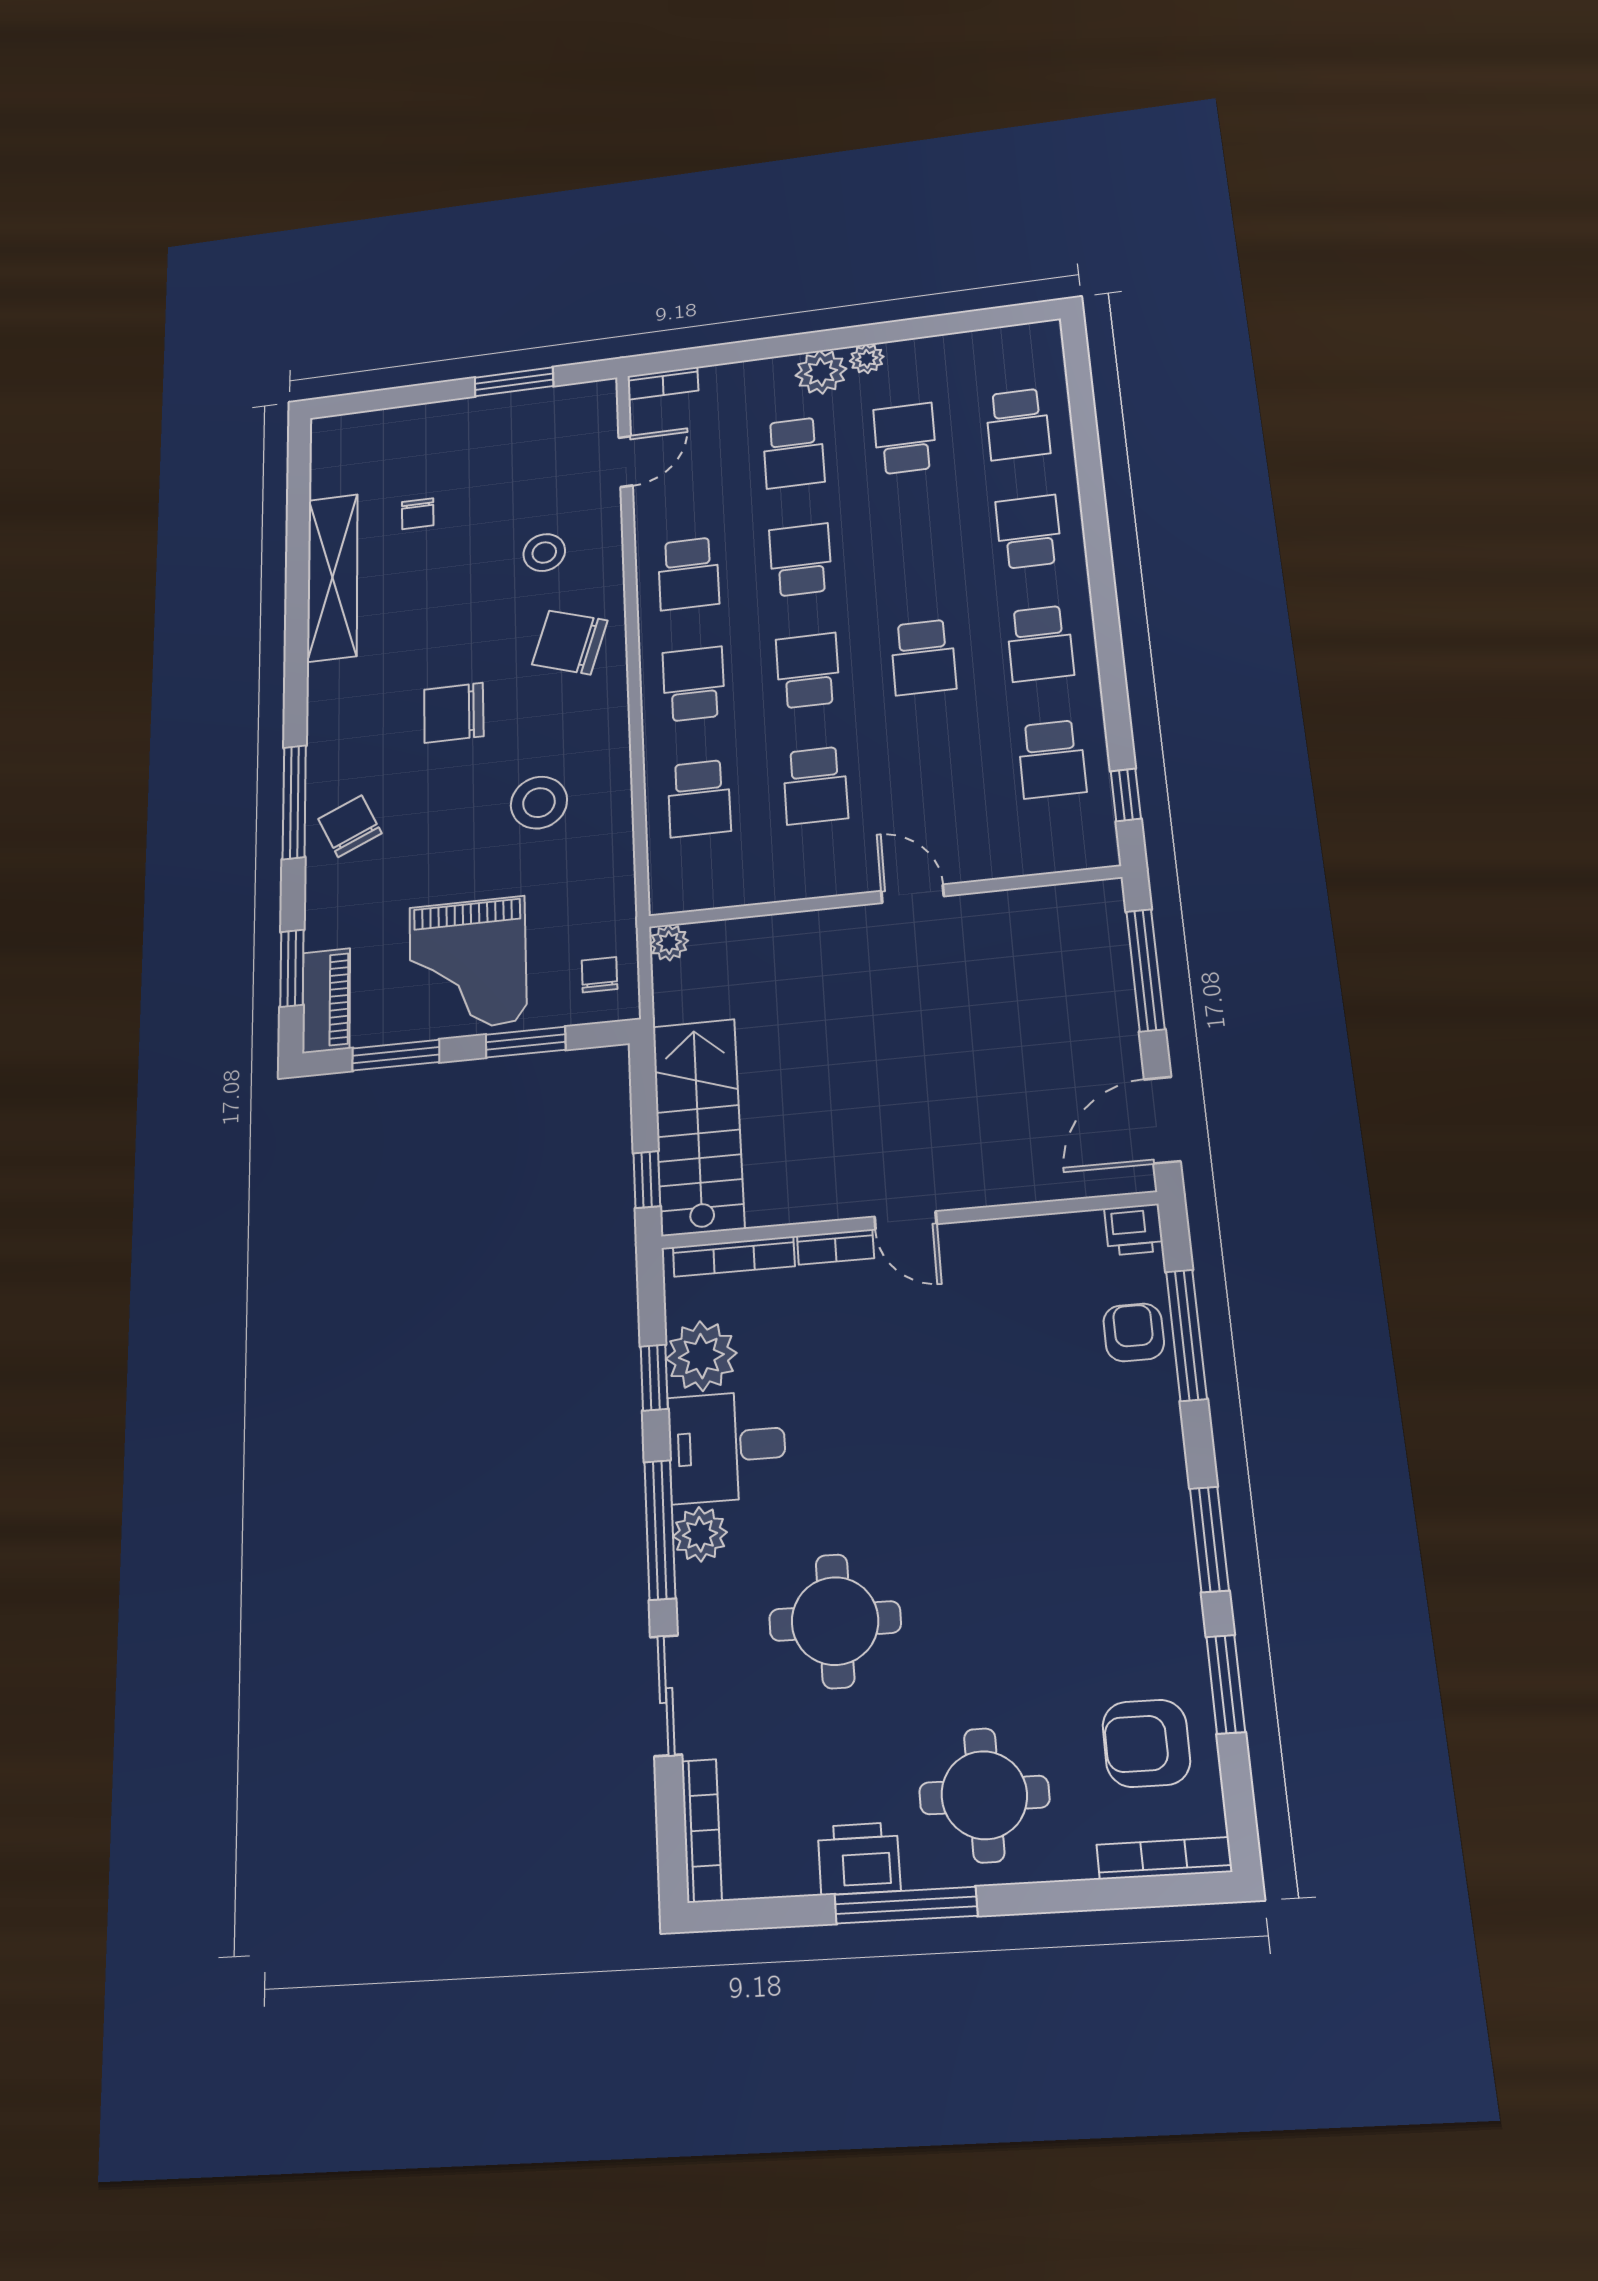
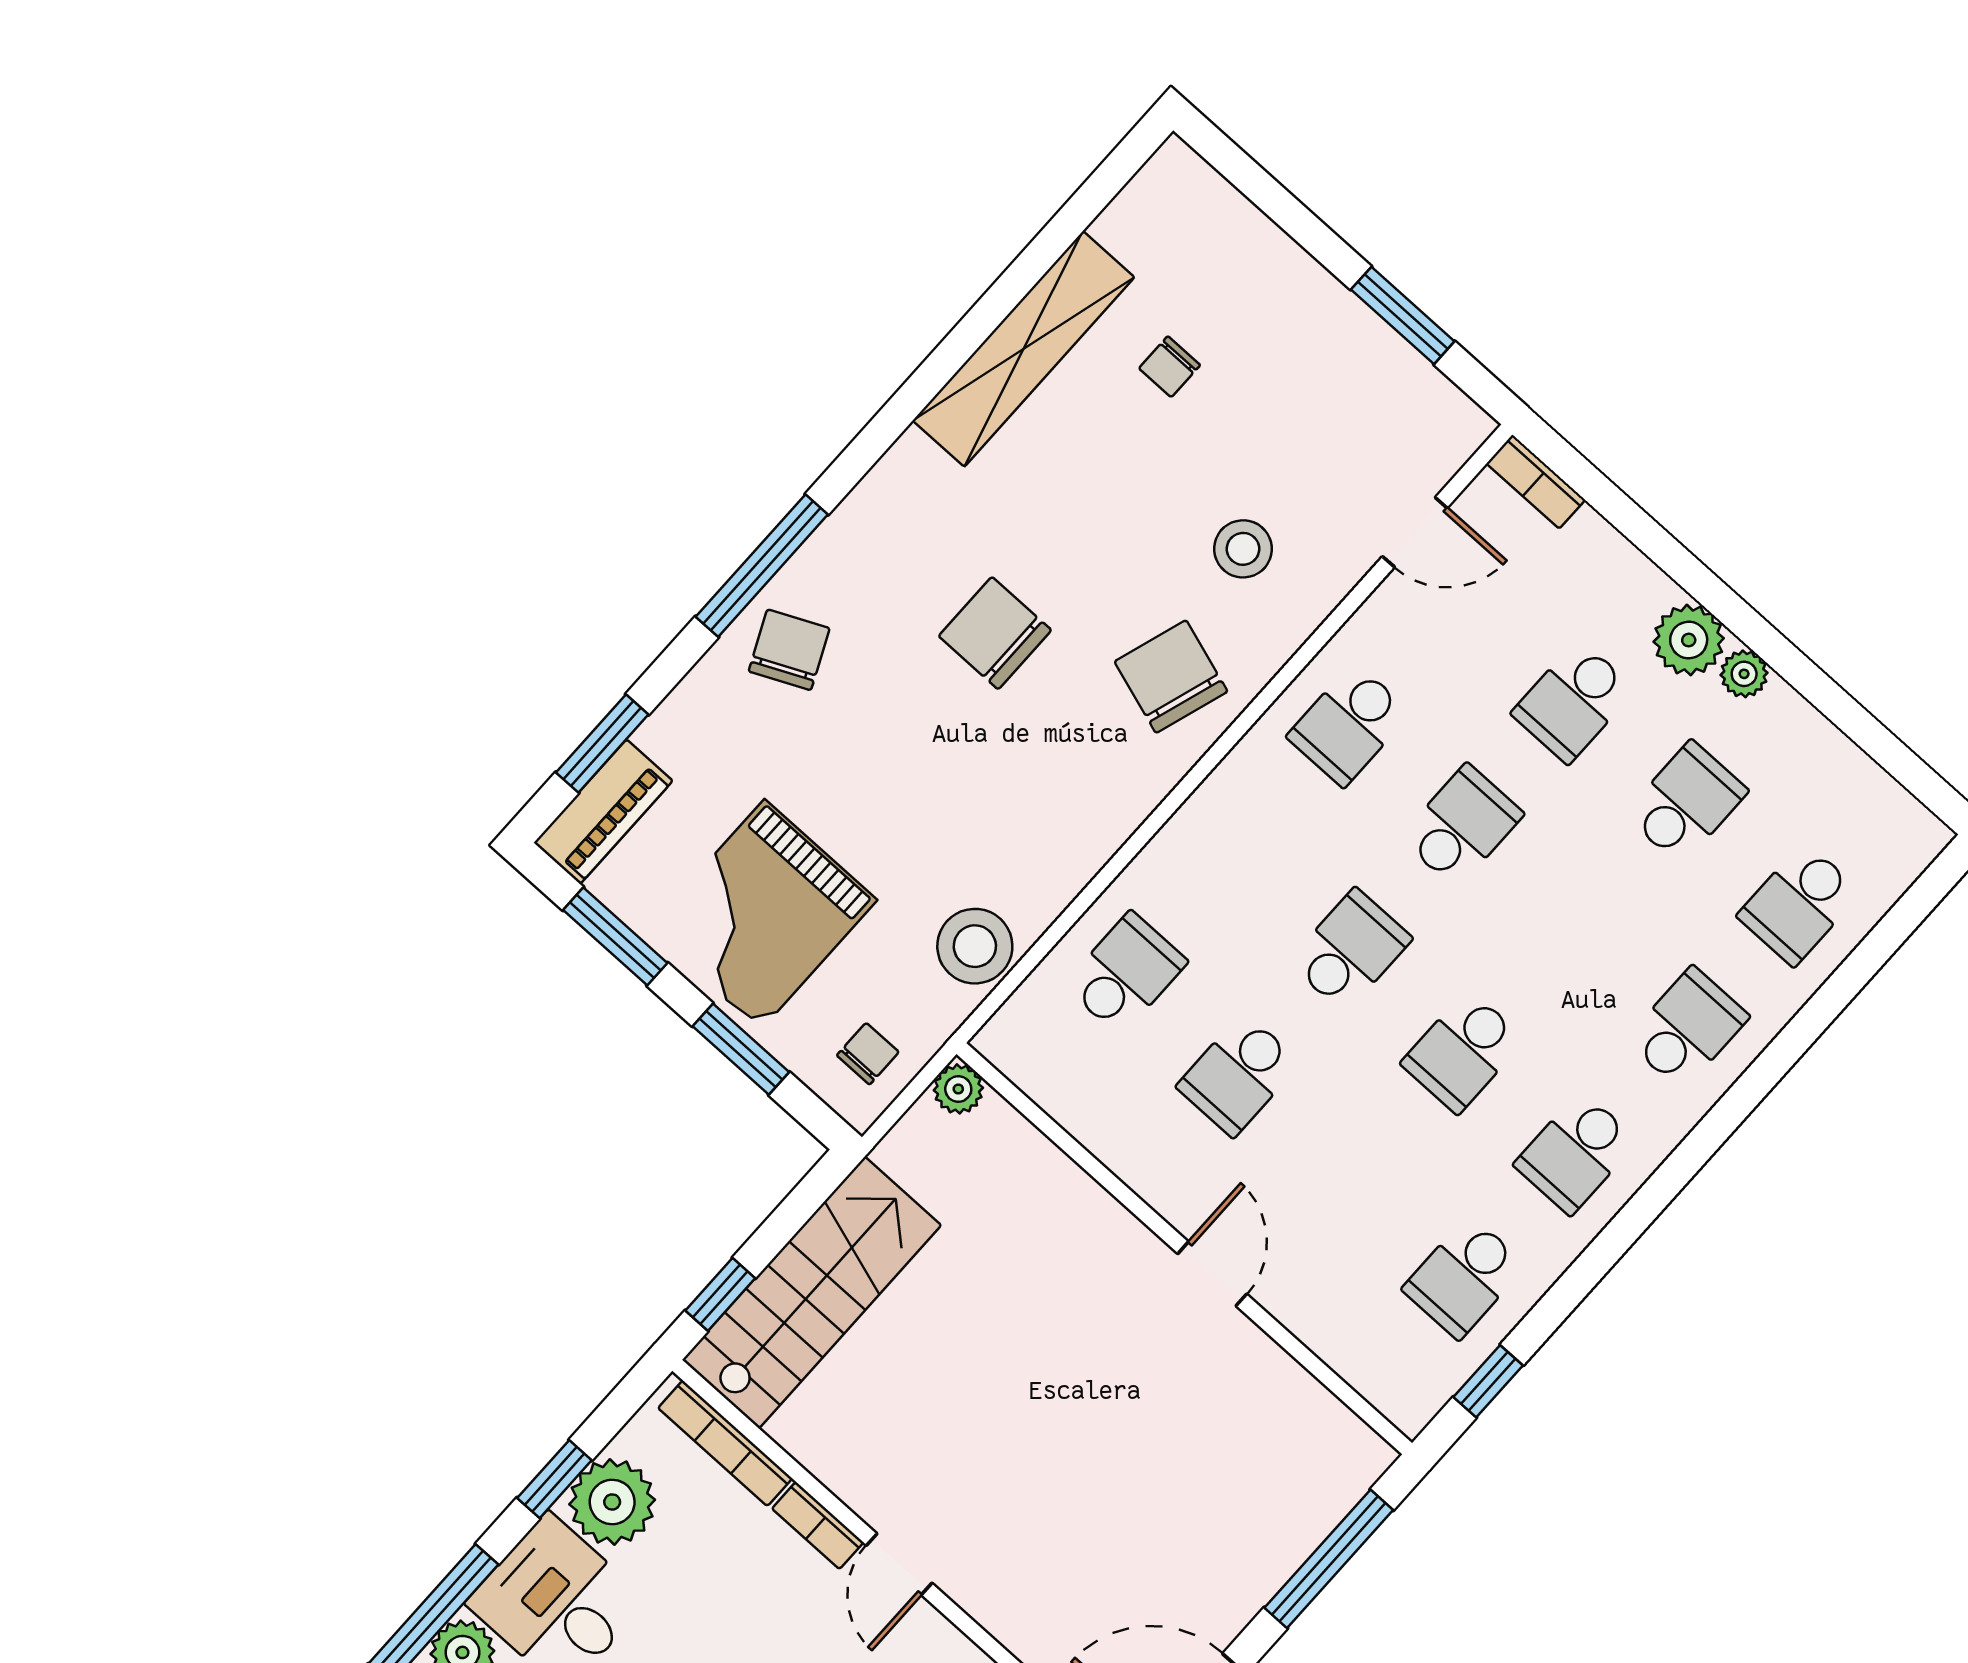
school desk: (694, 684) -> (1237, 849), removed
school desk: (699, 798) -> (1126, 974), turned 180
stool: (539, 803) -> (975, 946), moved

